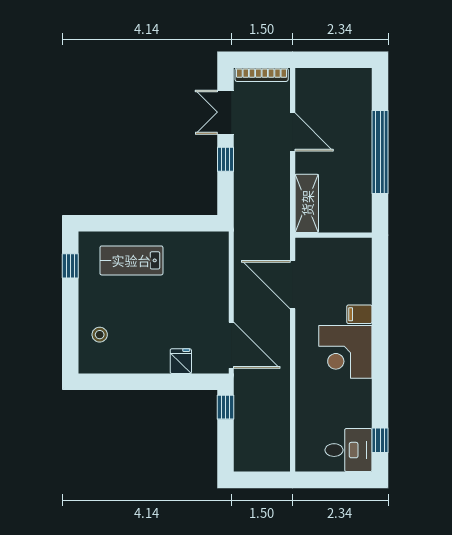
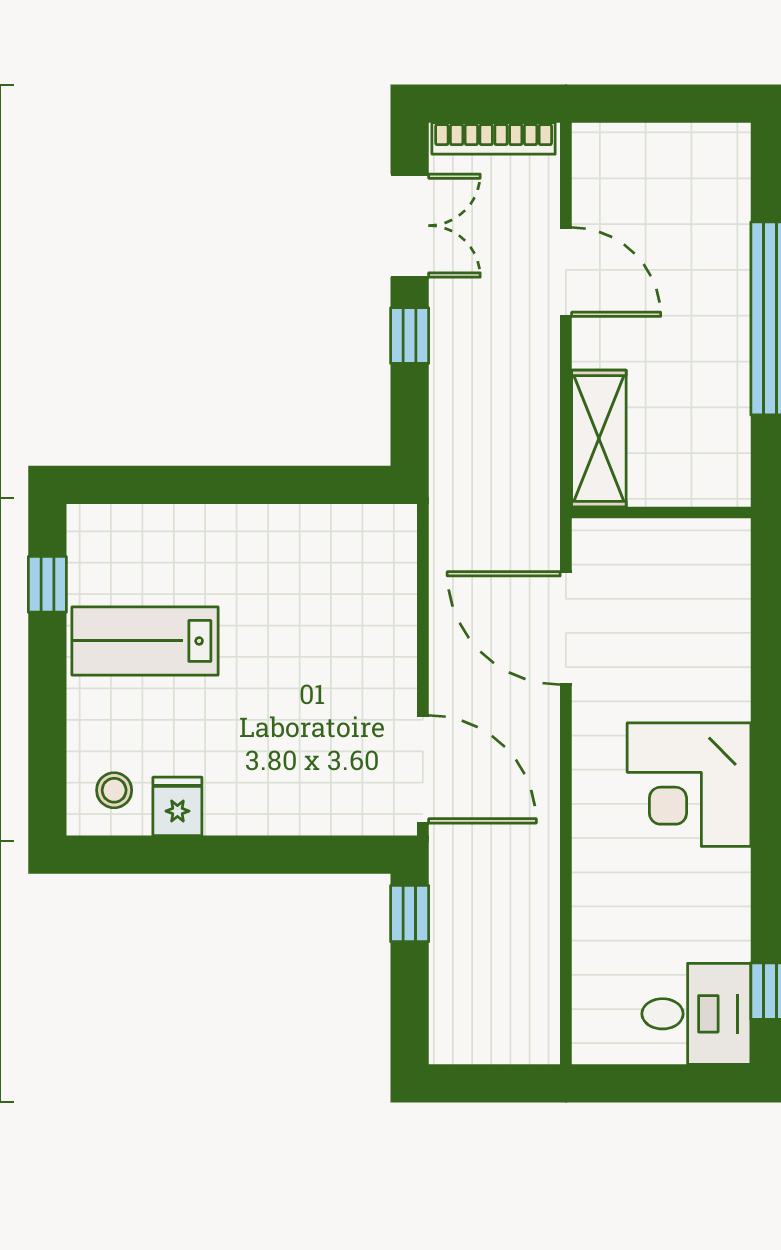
double door: (226, 112) -> (410, 226), swing flipped
lab bench: (131, 260) -> (145, 641), moved
filing cabinet: (359, 314) -> (722, 697), removed
stool: (100, 335) -> (114, 790), moved
fridge: (181, 361) -> (177, 806), moved

